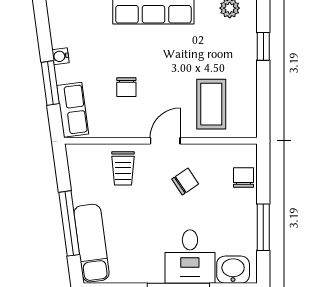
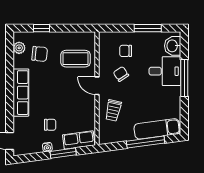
chair: (219, 43) -> (40, 54), added
chair: (126, 87) -> (50, 125), moved
trolley: (123, 168) -> (113, 110), turned 102
chair: (244, 177) -> (126, 51), moved

